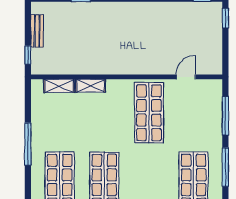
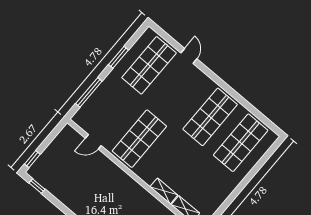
window: (28, 144) -> (240, 187), removed
window: (225, 167) -> (118, 57), width x0.69

